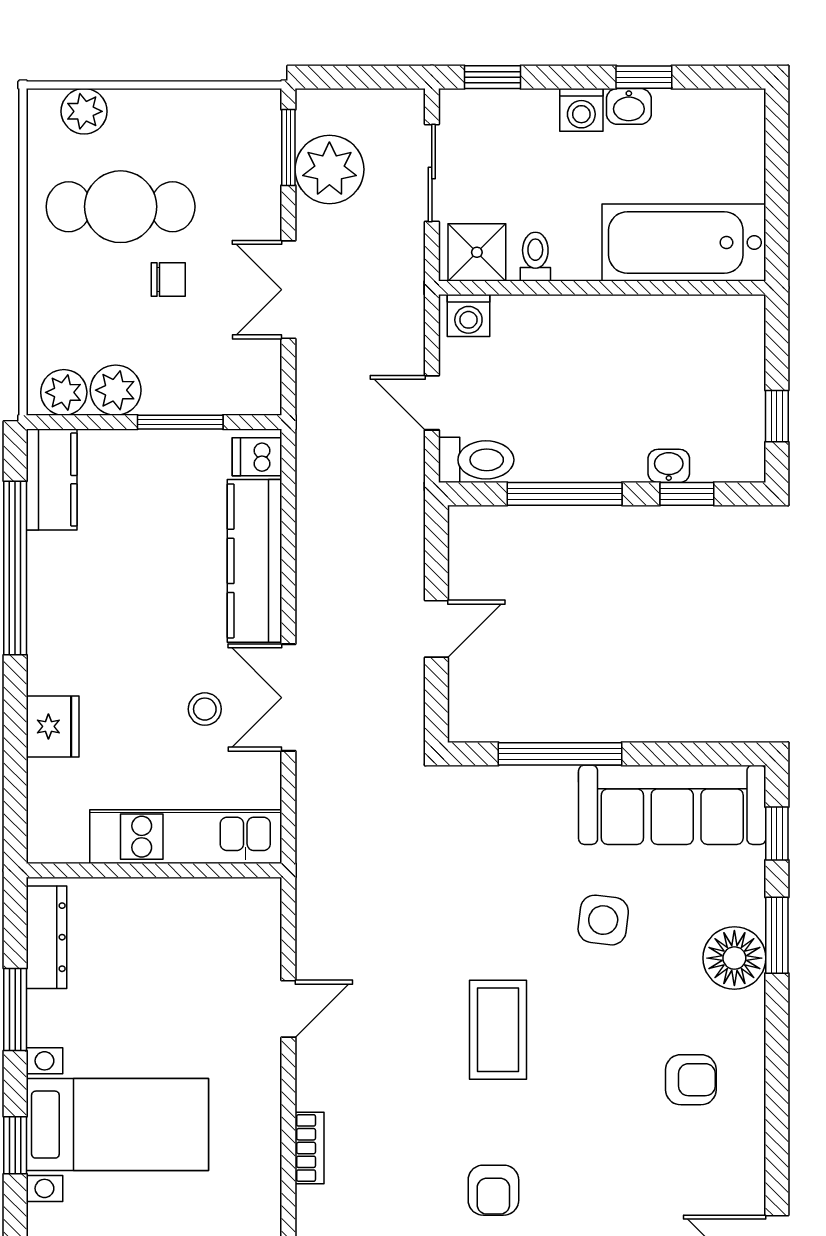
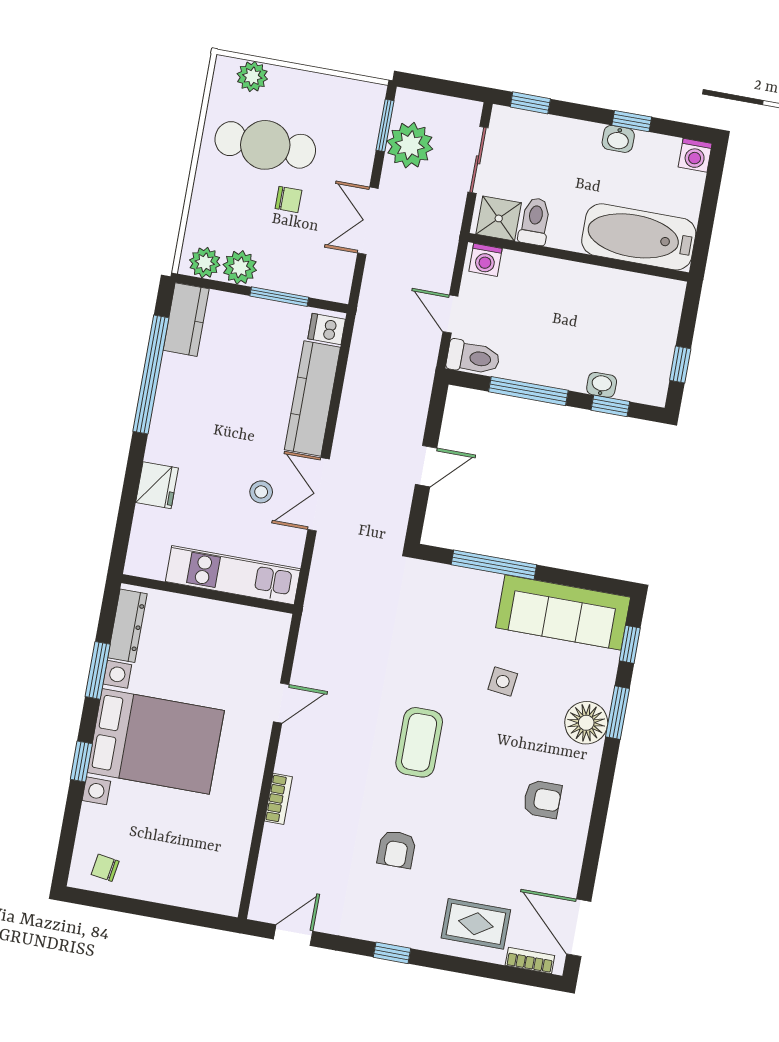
washing machine: (581, 110) -> (695, 155), moved
toilet: (535, 257) -> (535, 221), width x1.37, depth x1.39
side table: (603, 920) -> (503, 681), width x0.73, depth x0.73
bed with nightstands: (117, 1125) -> (156, 741), width x1.36

